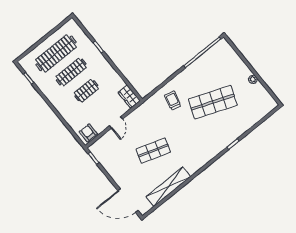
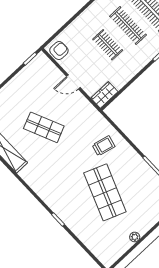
shop shelf: (153, 151) -> (44, 127), turned -42

